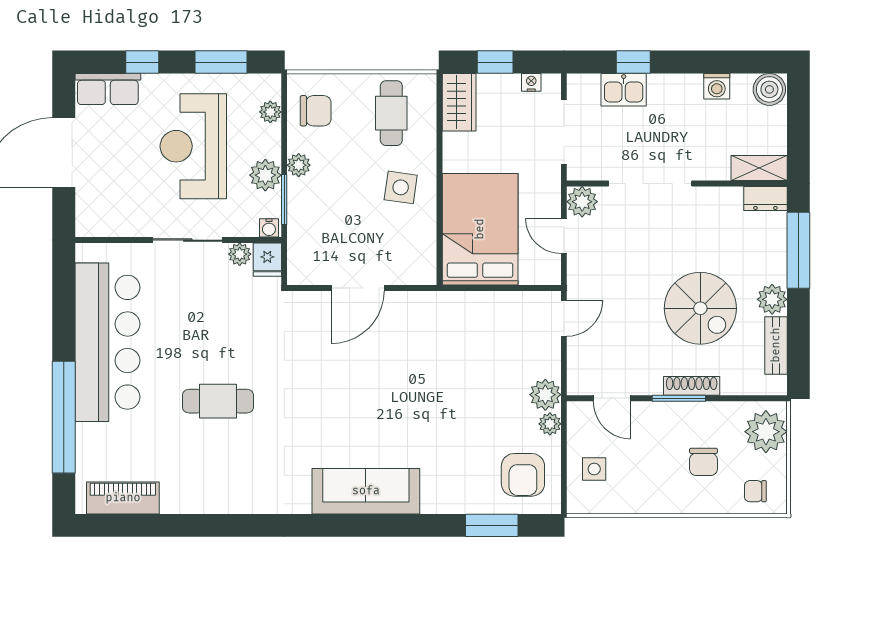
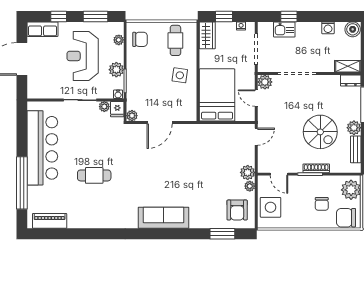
plant: (299, 165) -> (132, 116), moved
side table: (594, 469) -> (271, 207), width x1.87, depth x1.87
chair: (755, 491) -> (346, 218), width x1.87, depth x1.87

